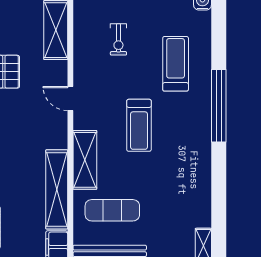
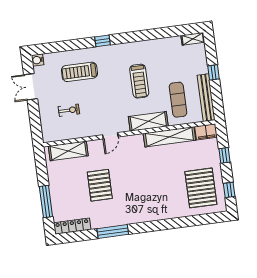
window: (219, 106) -> (103, 41), width x0.32
treadmill: (139, 125) -> (139, 81), moved, turned 90

